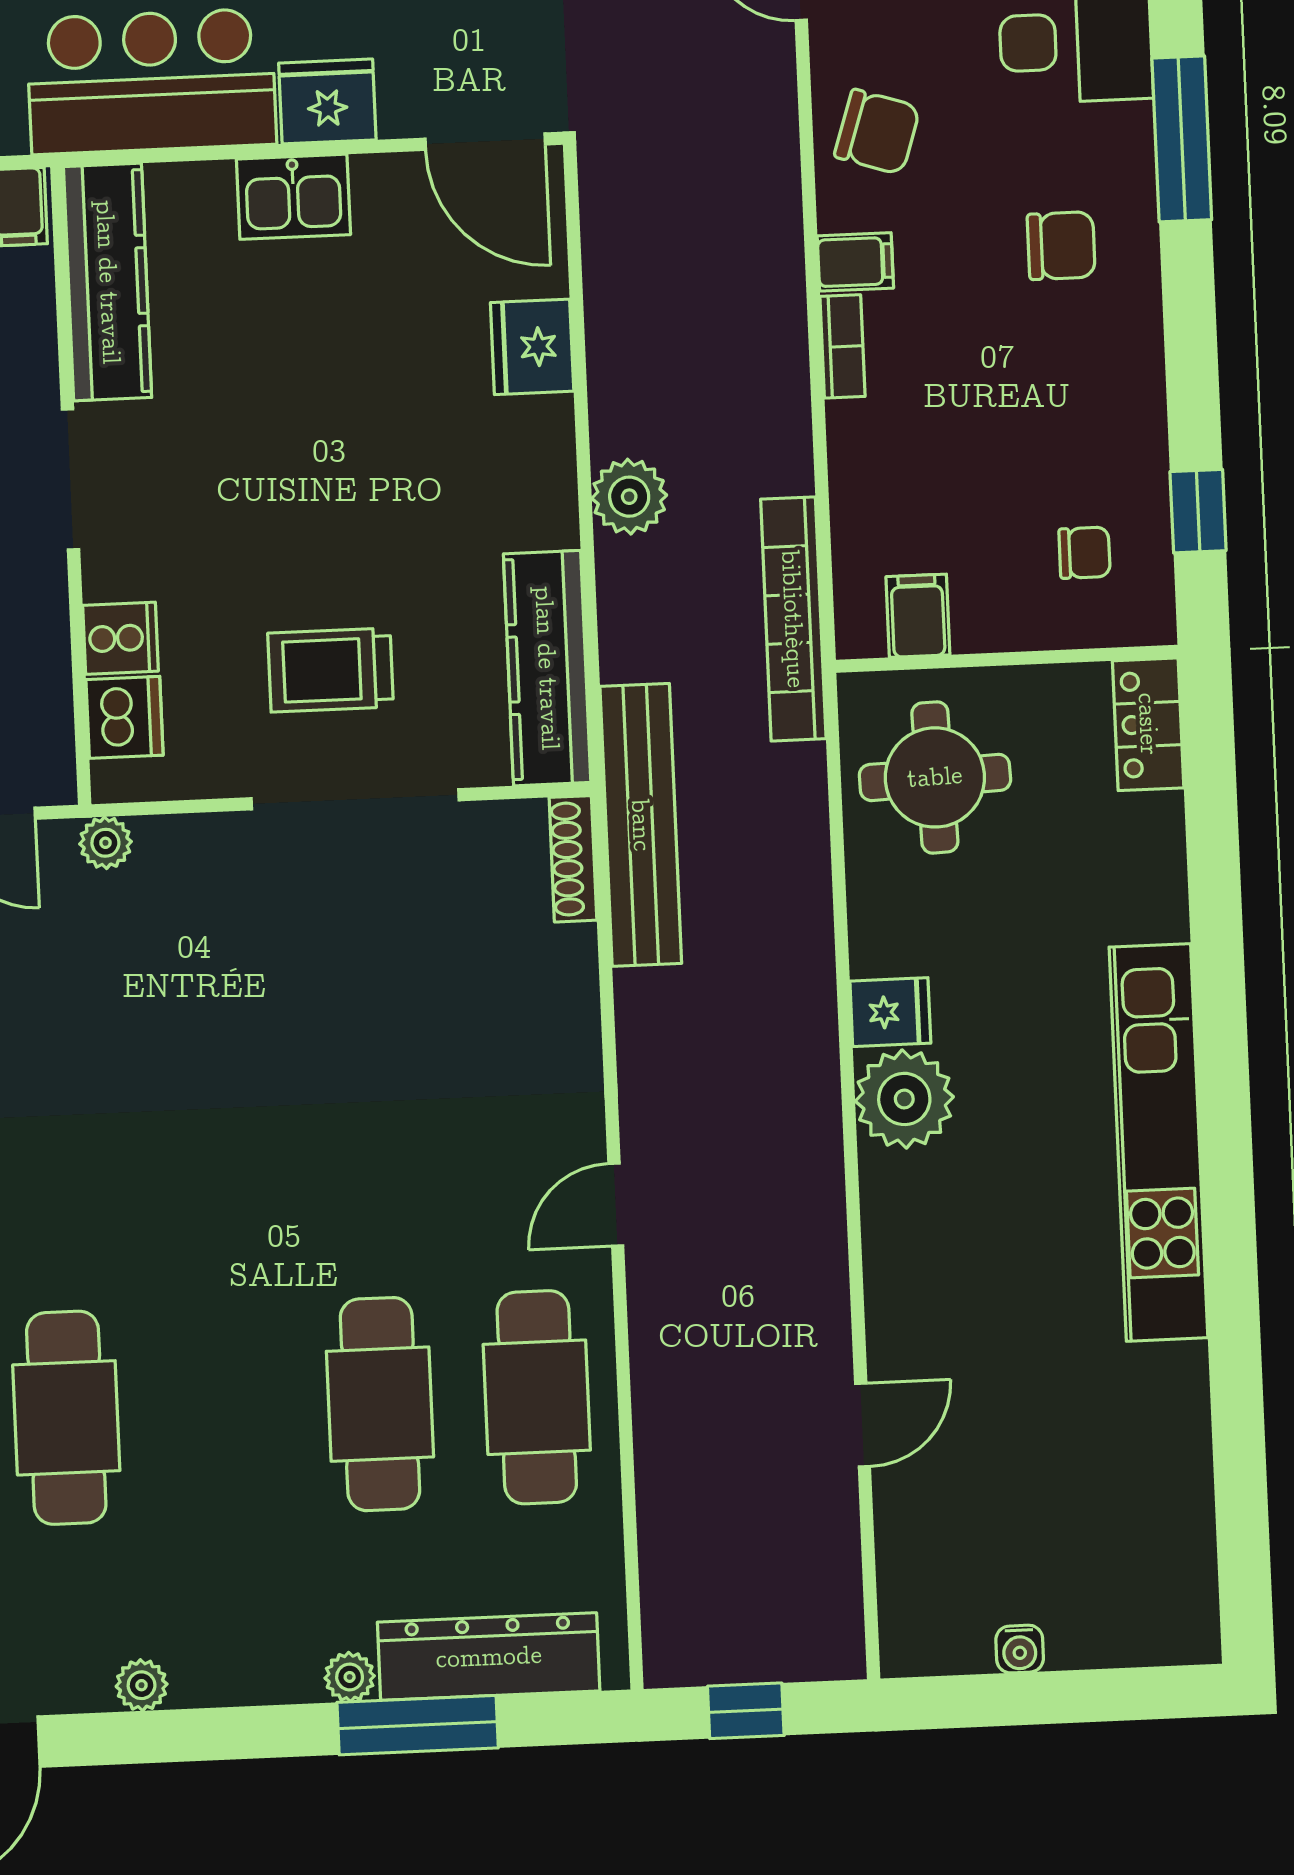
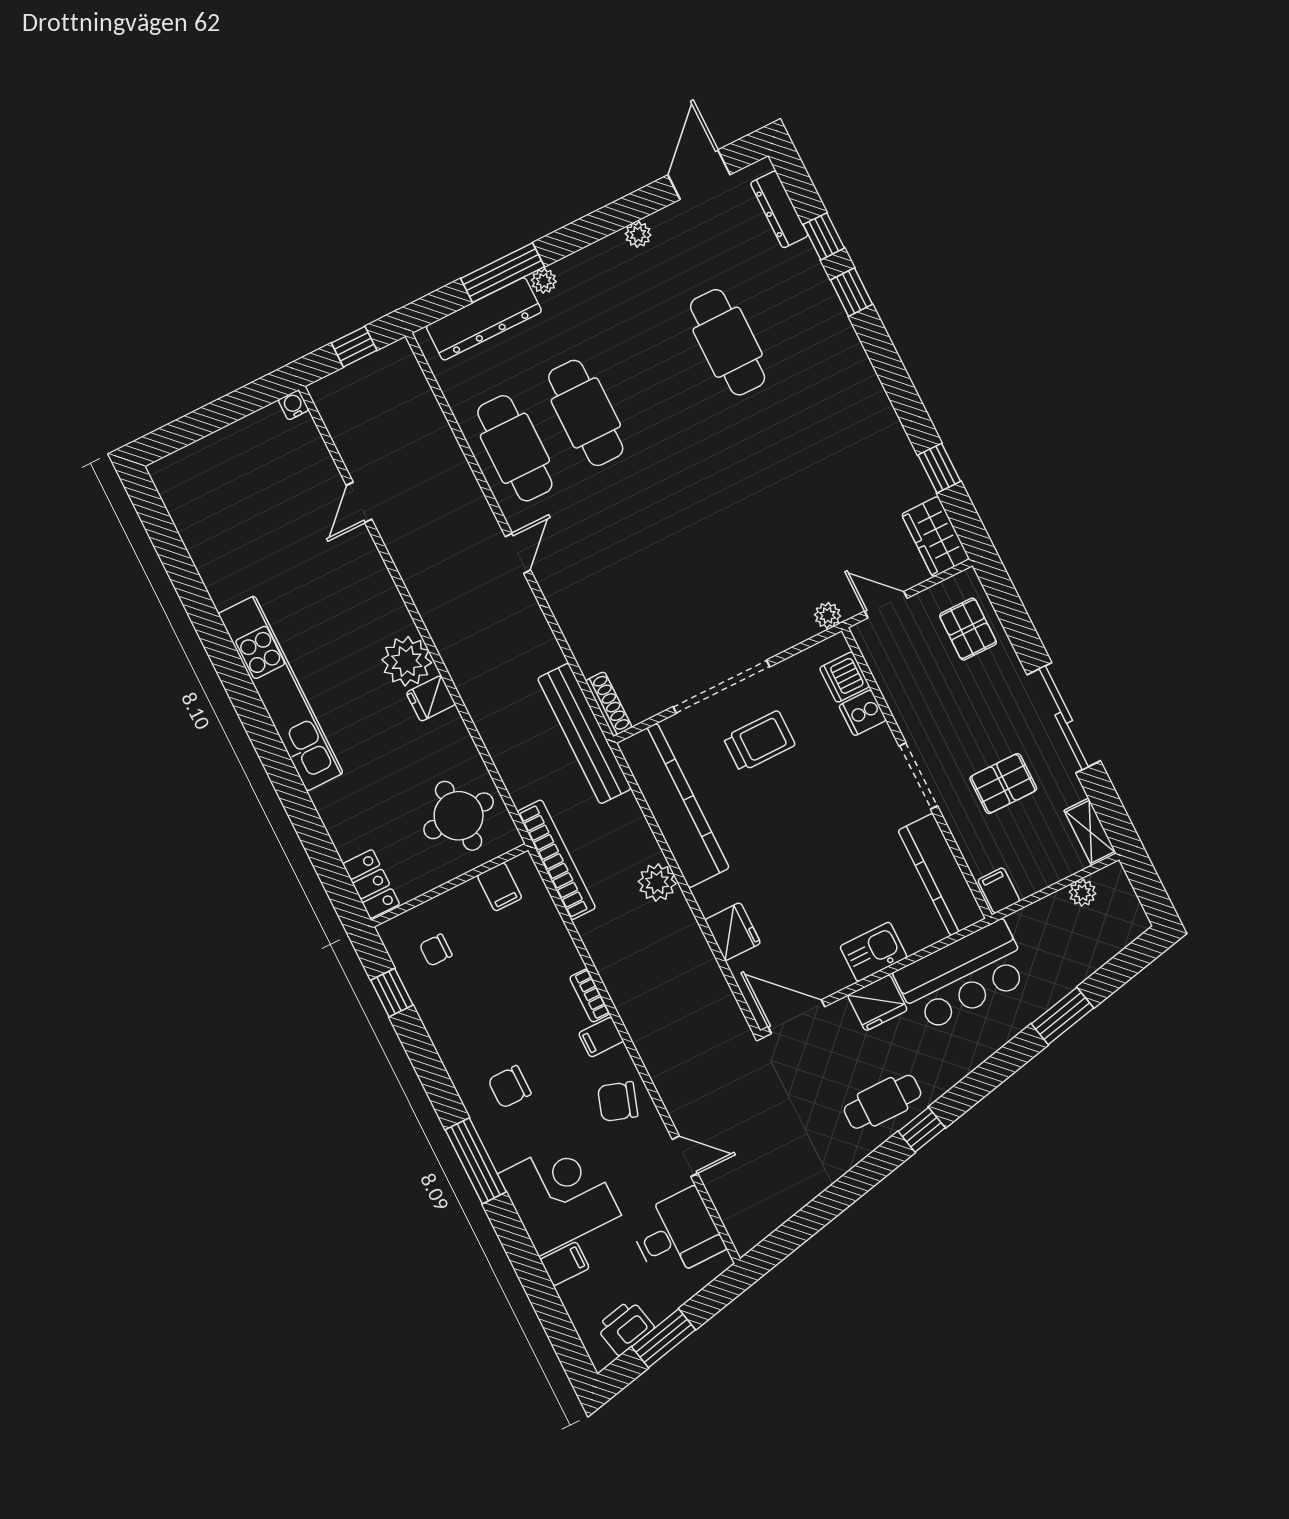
kitchen counter: (547, 668) -> (673, 806), width x1.39, depth x1.17
water cooler: (1020, 1649) -> (293, 405), moved

